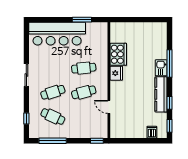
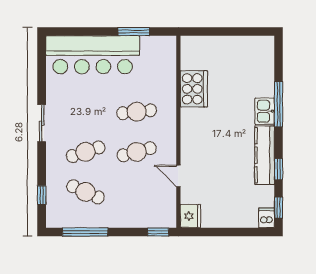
fridge: (116, 73) -> (190, 216), moved
dishwasher: (152, 132) -> (267, 218), moved

